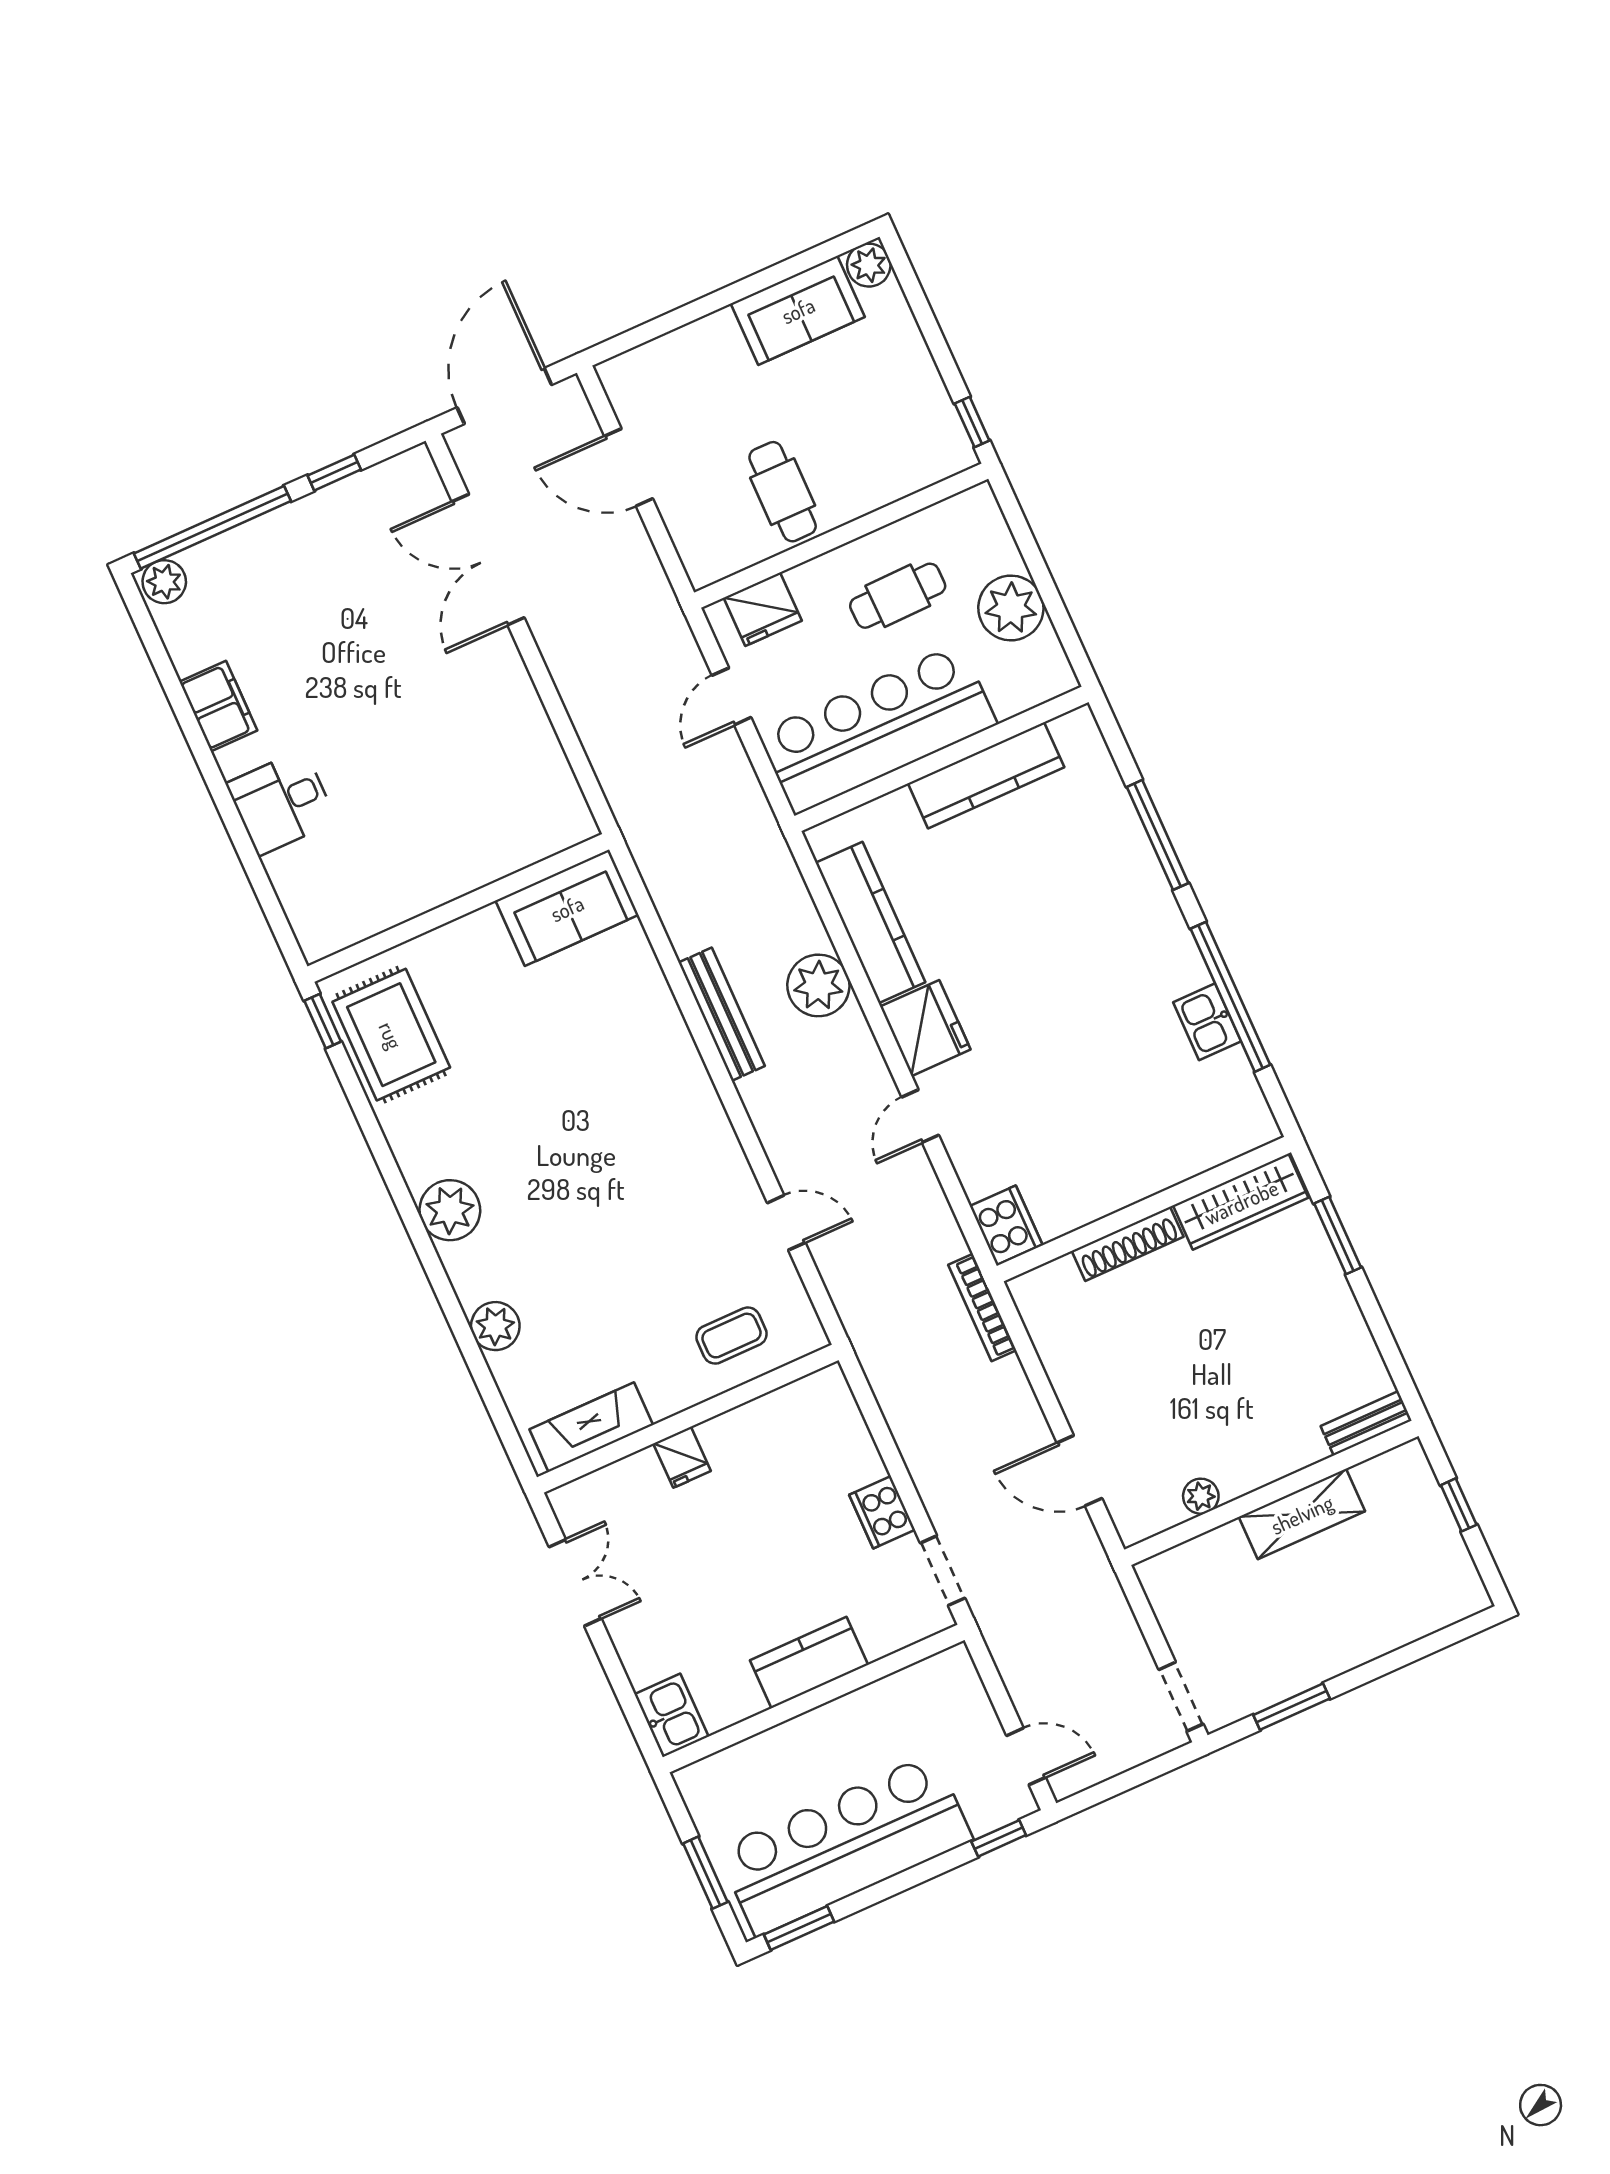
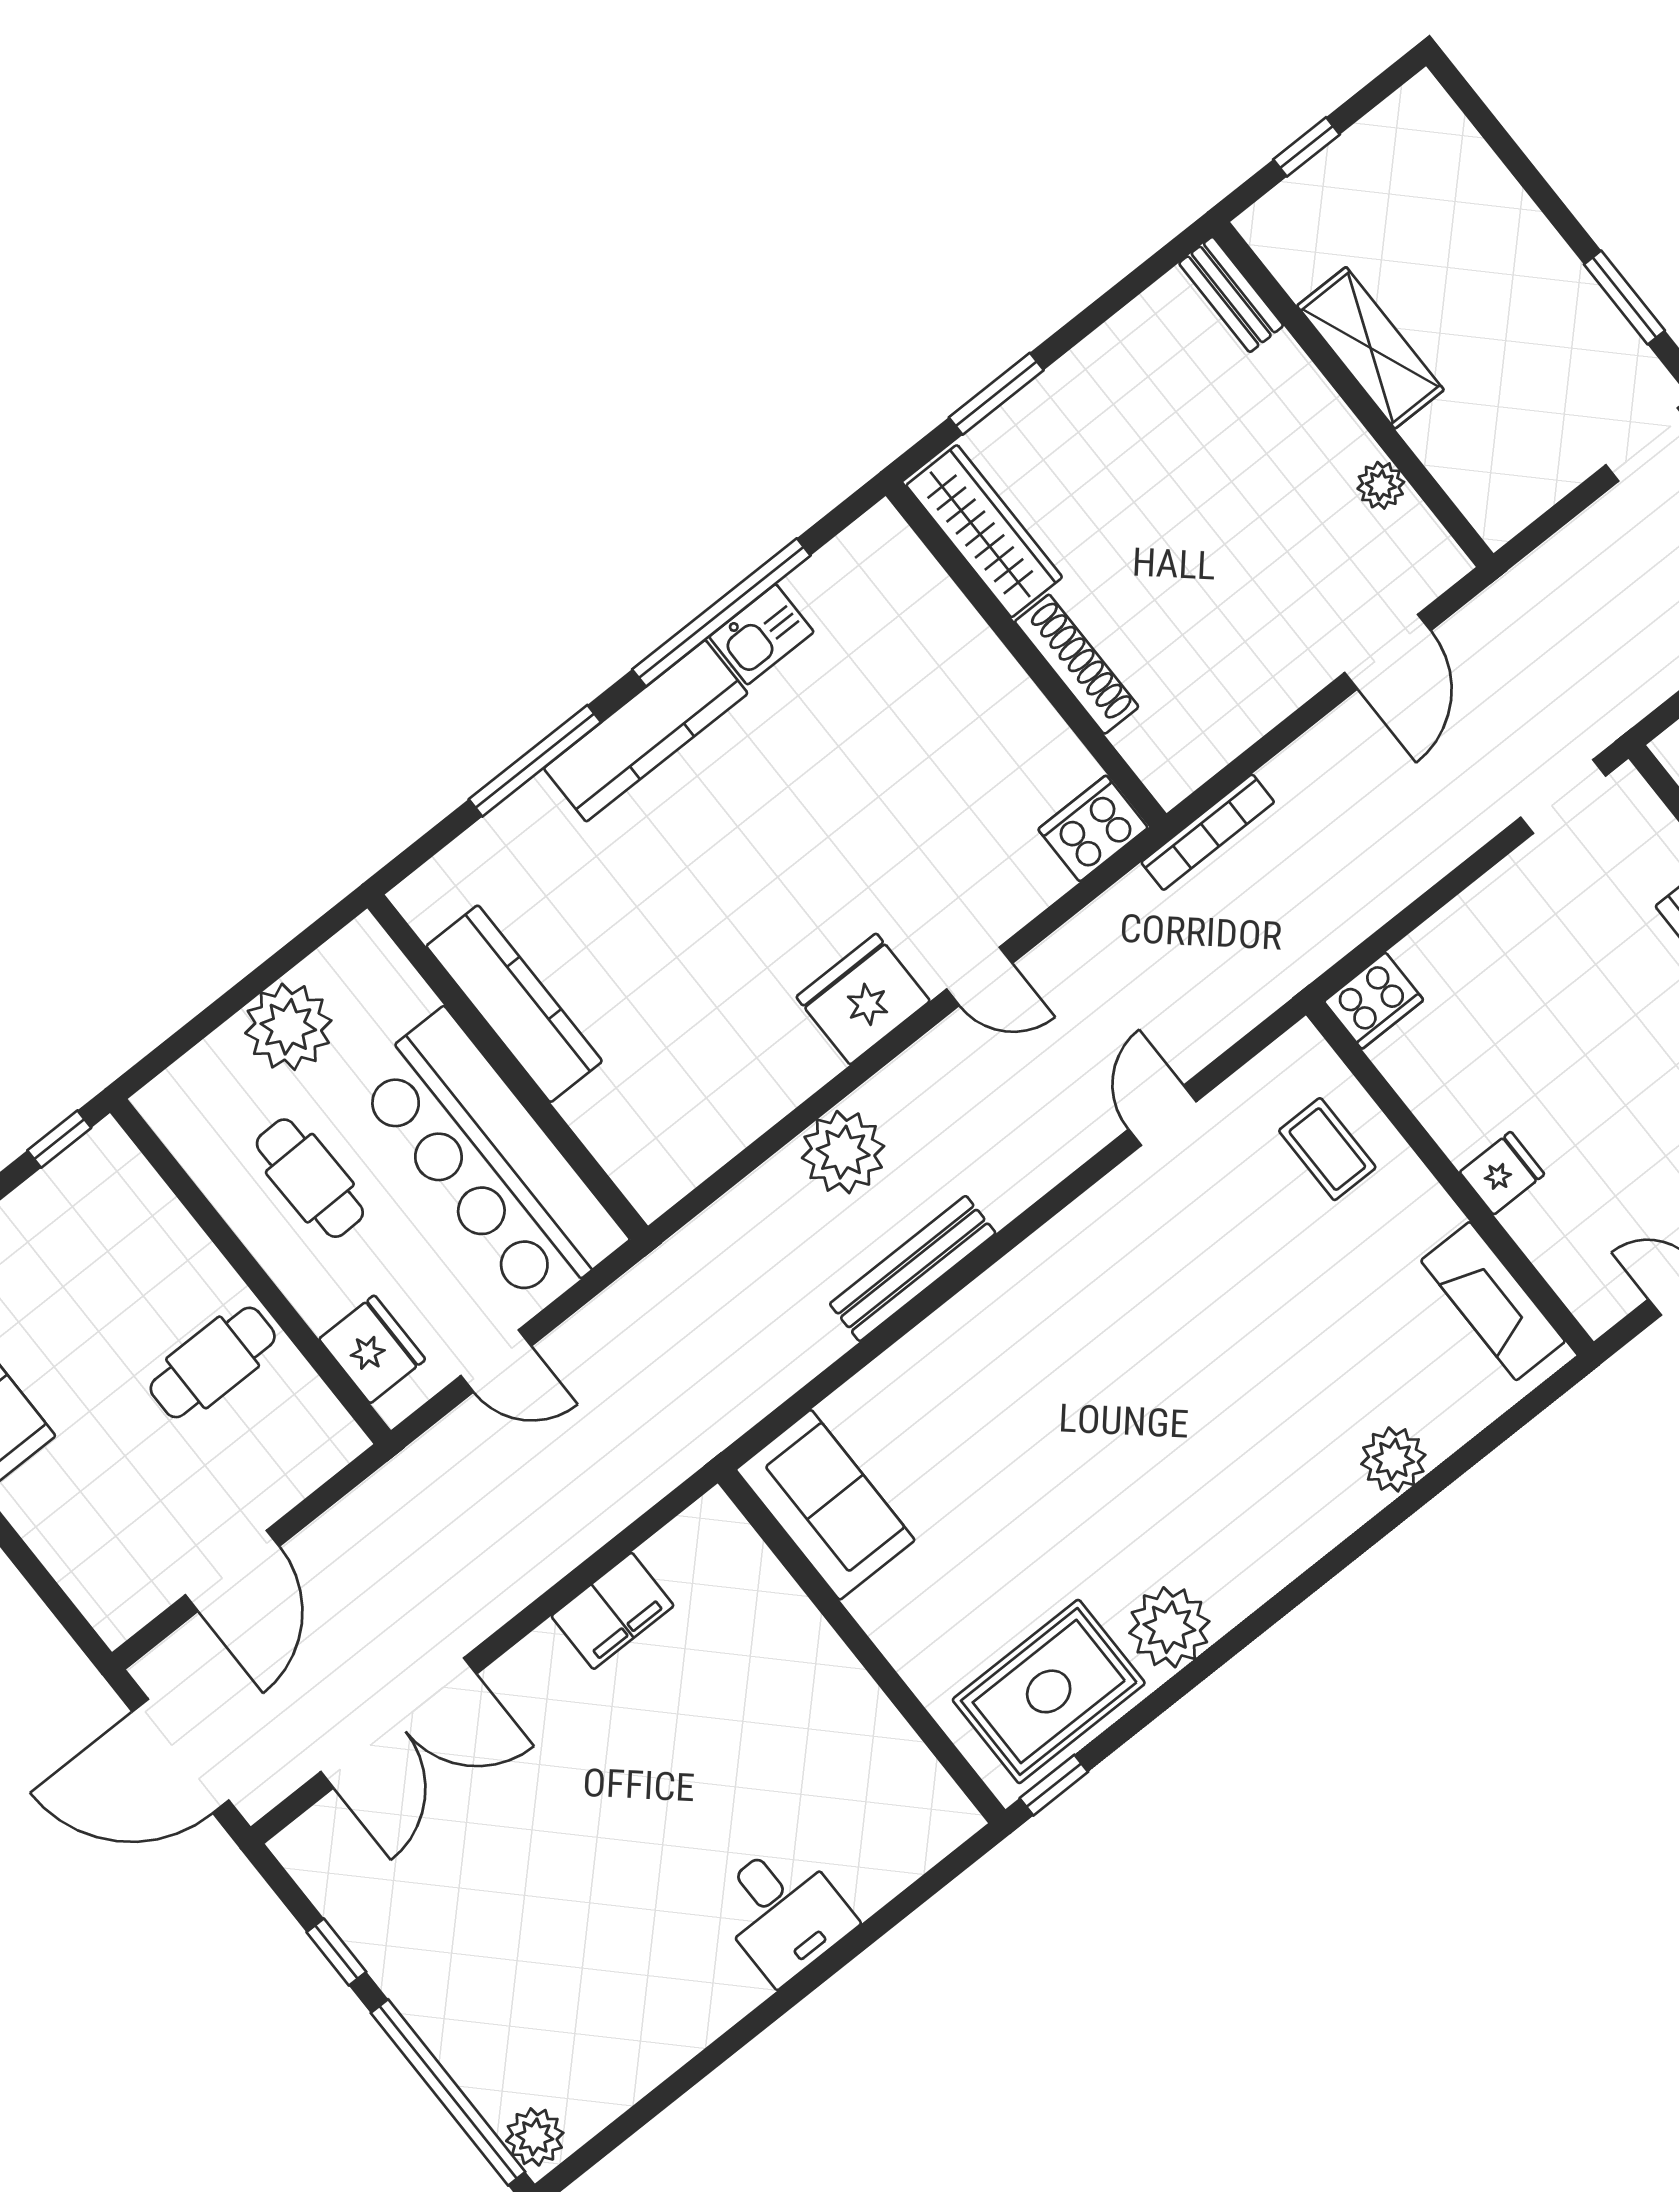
filing cabinet: (218, 706) -> (613, 1611), moved, turned 180
kitchen counter: (870, 922) -> (646, 731), moved, turned 180
plant: (450, 1210) -> (1169, 1627), moved
cooker: (882, 1512) -> (1374, 1001), moved

